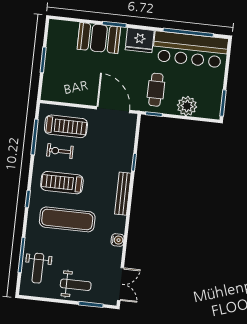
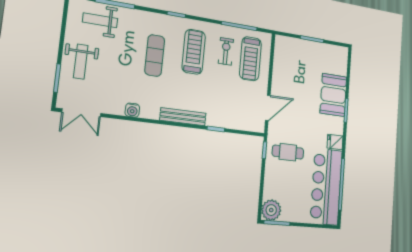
fridge: (140, 40) -> (335, 142), width x0.53, depth x0.75
plant: (187, 106) -> (271, 210), moved
door: (113, 110) -> (268, 108), width x0.73
exercise mat: (67, 219) -> (155, 55), width x0.73, depth x0.69

